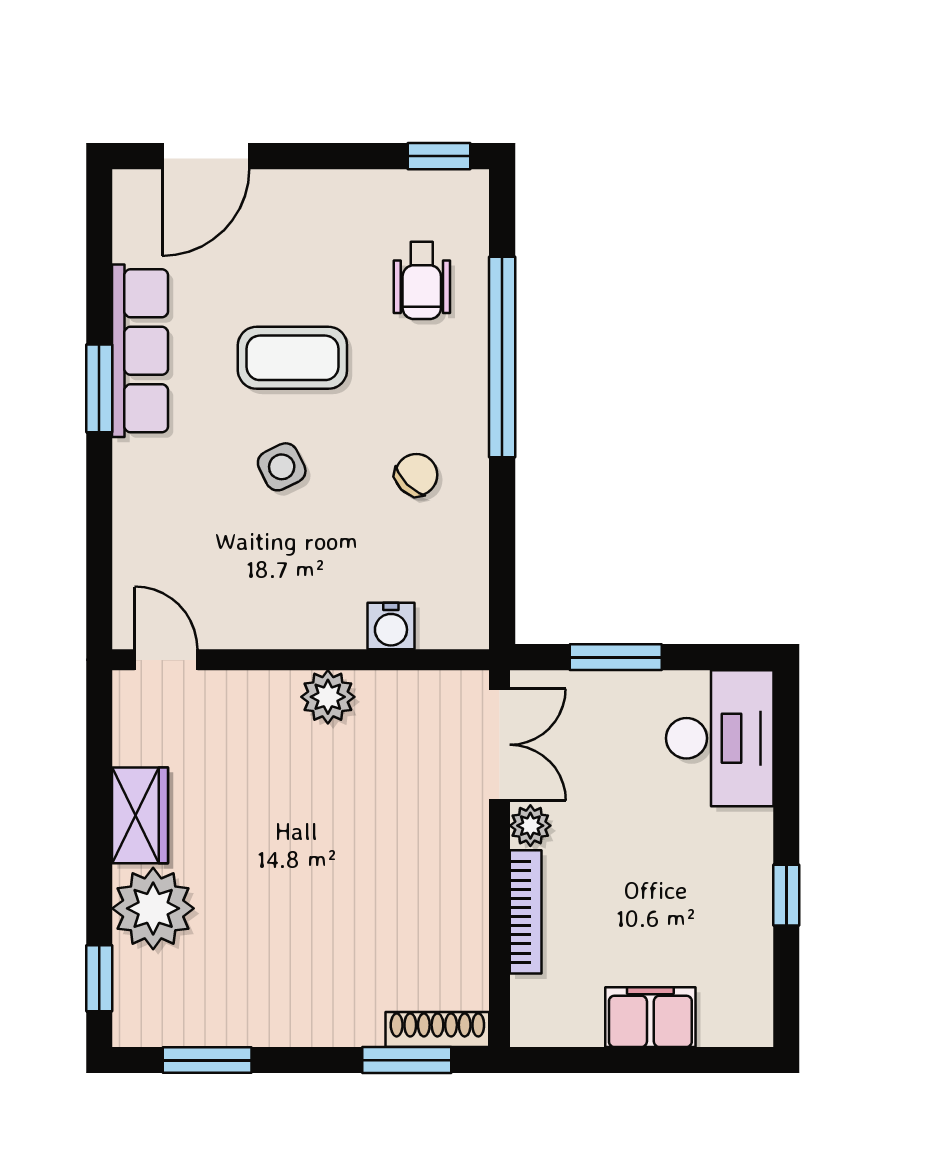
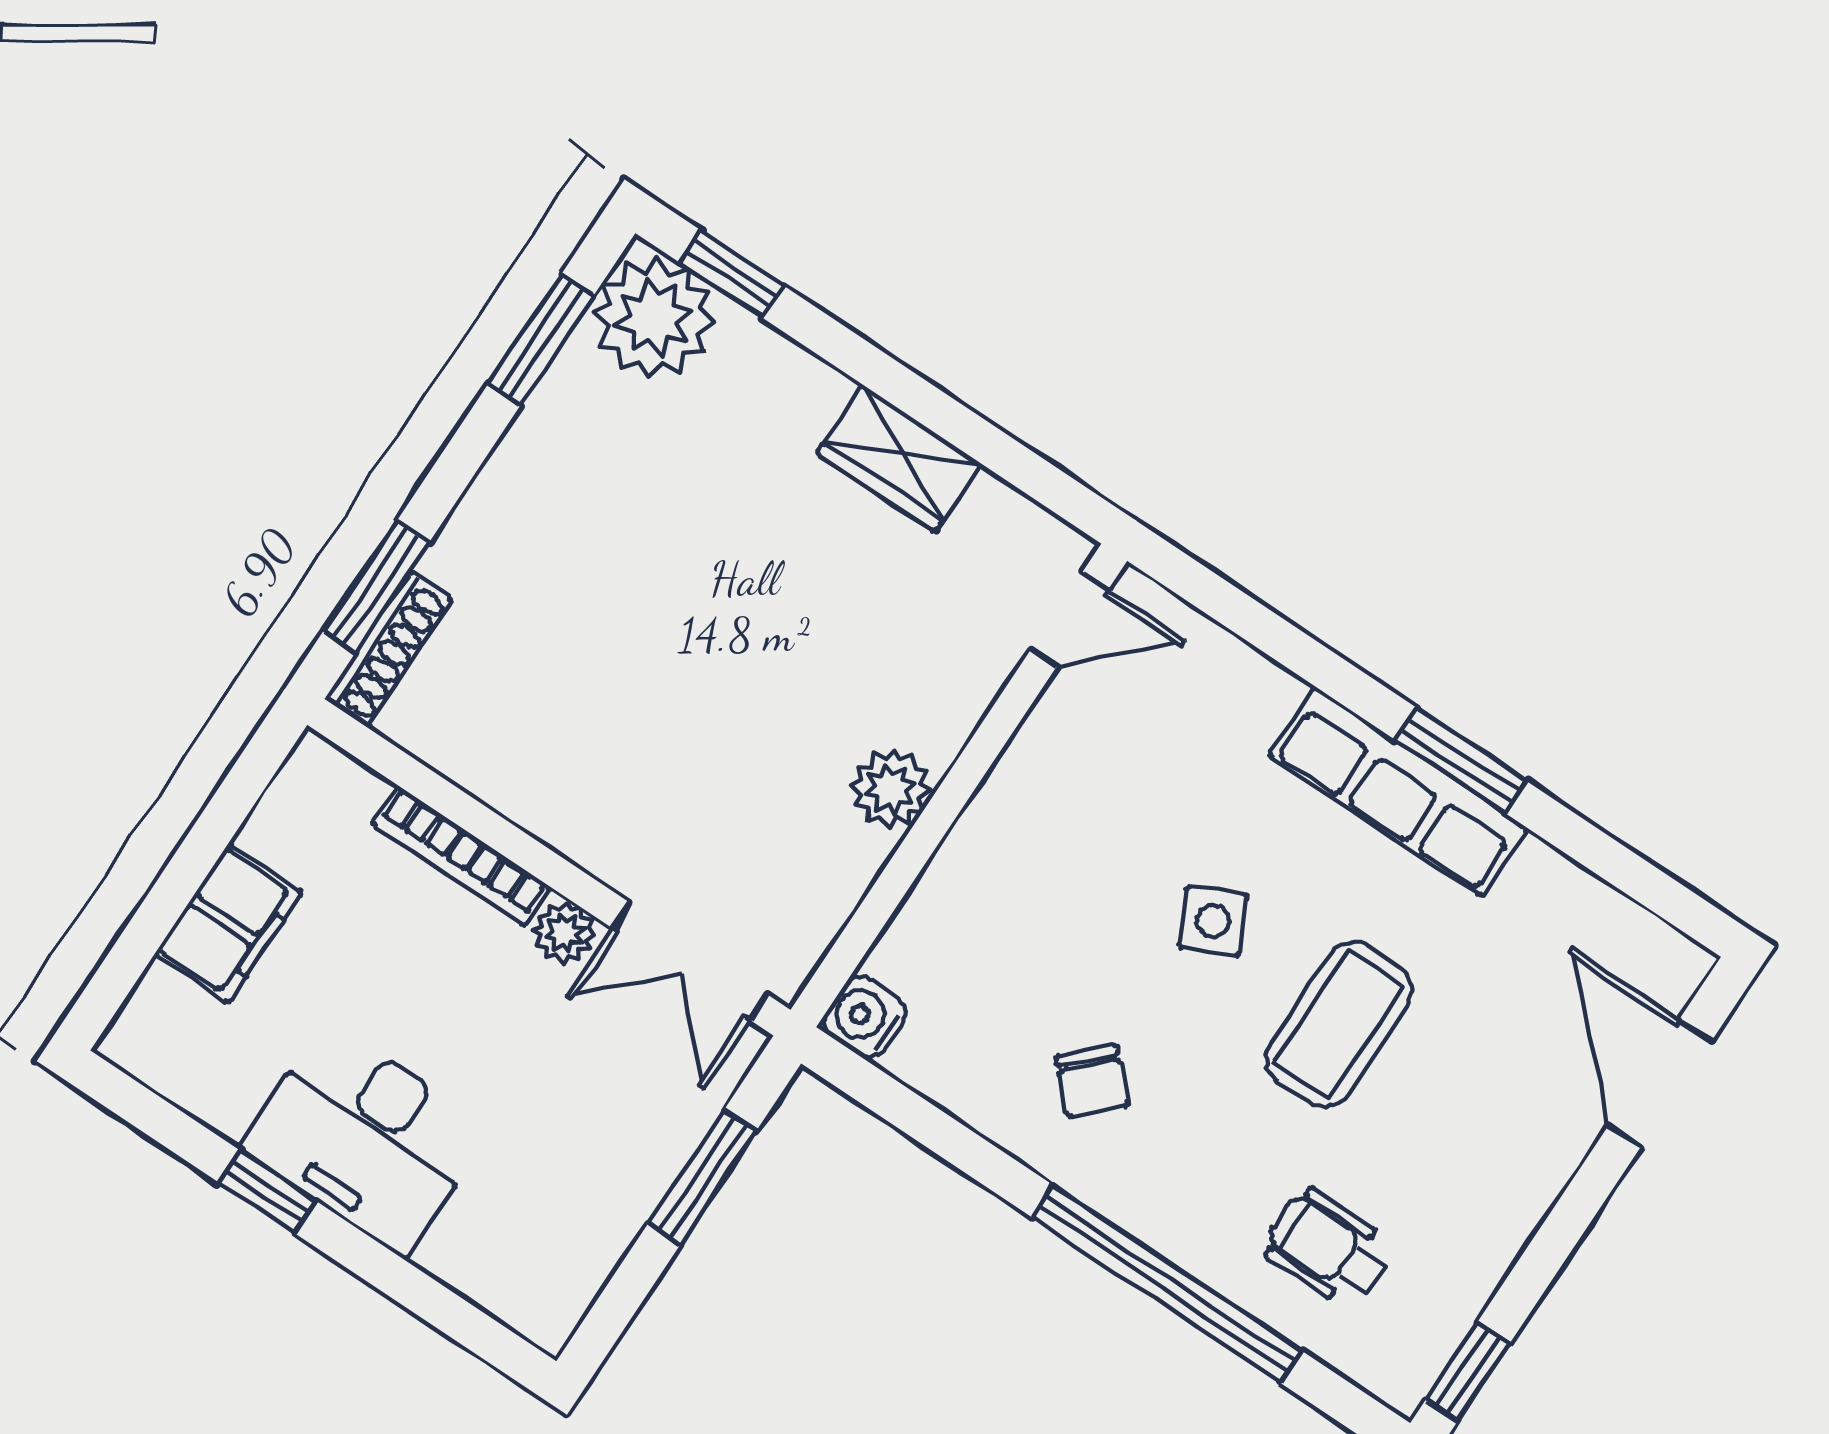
row of seats: (140, 351) -> (1398, 792), moved
water cooler: (391, 626) -> (864, 1017), moved
desk: (720, 738) -> (365, 1138), moved
plant: (153, 908) -> (654, 318), moved

